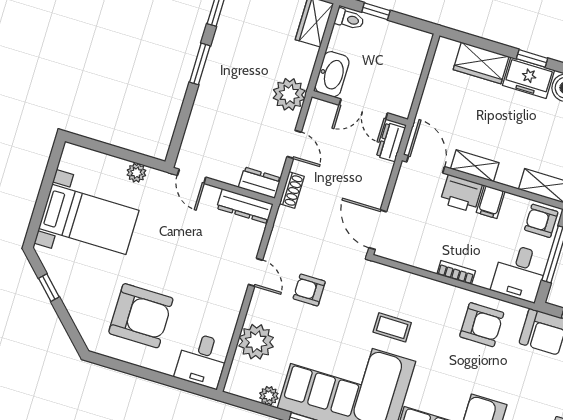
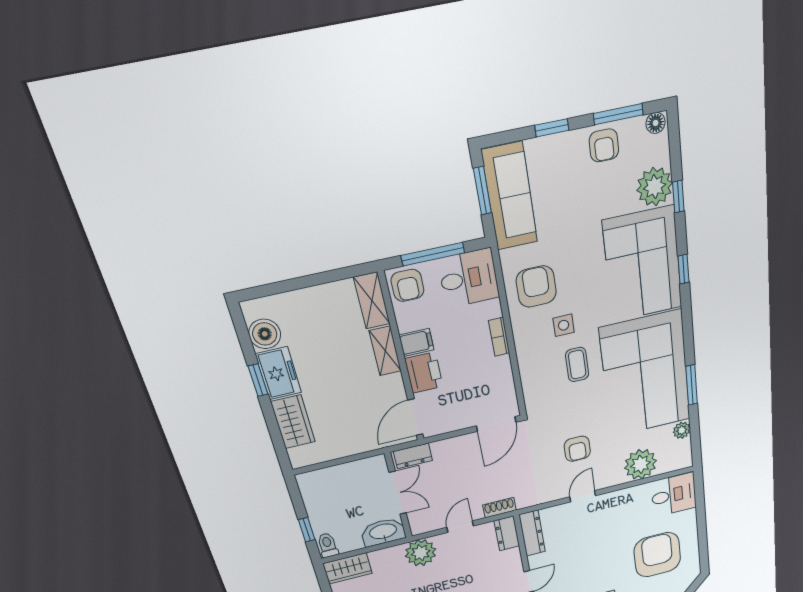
shelving: (475, 166) -> (385, 351), moved
side table: (435, 332) -> (564, 325), added

